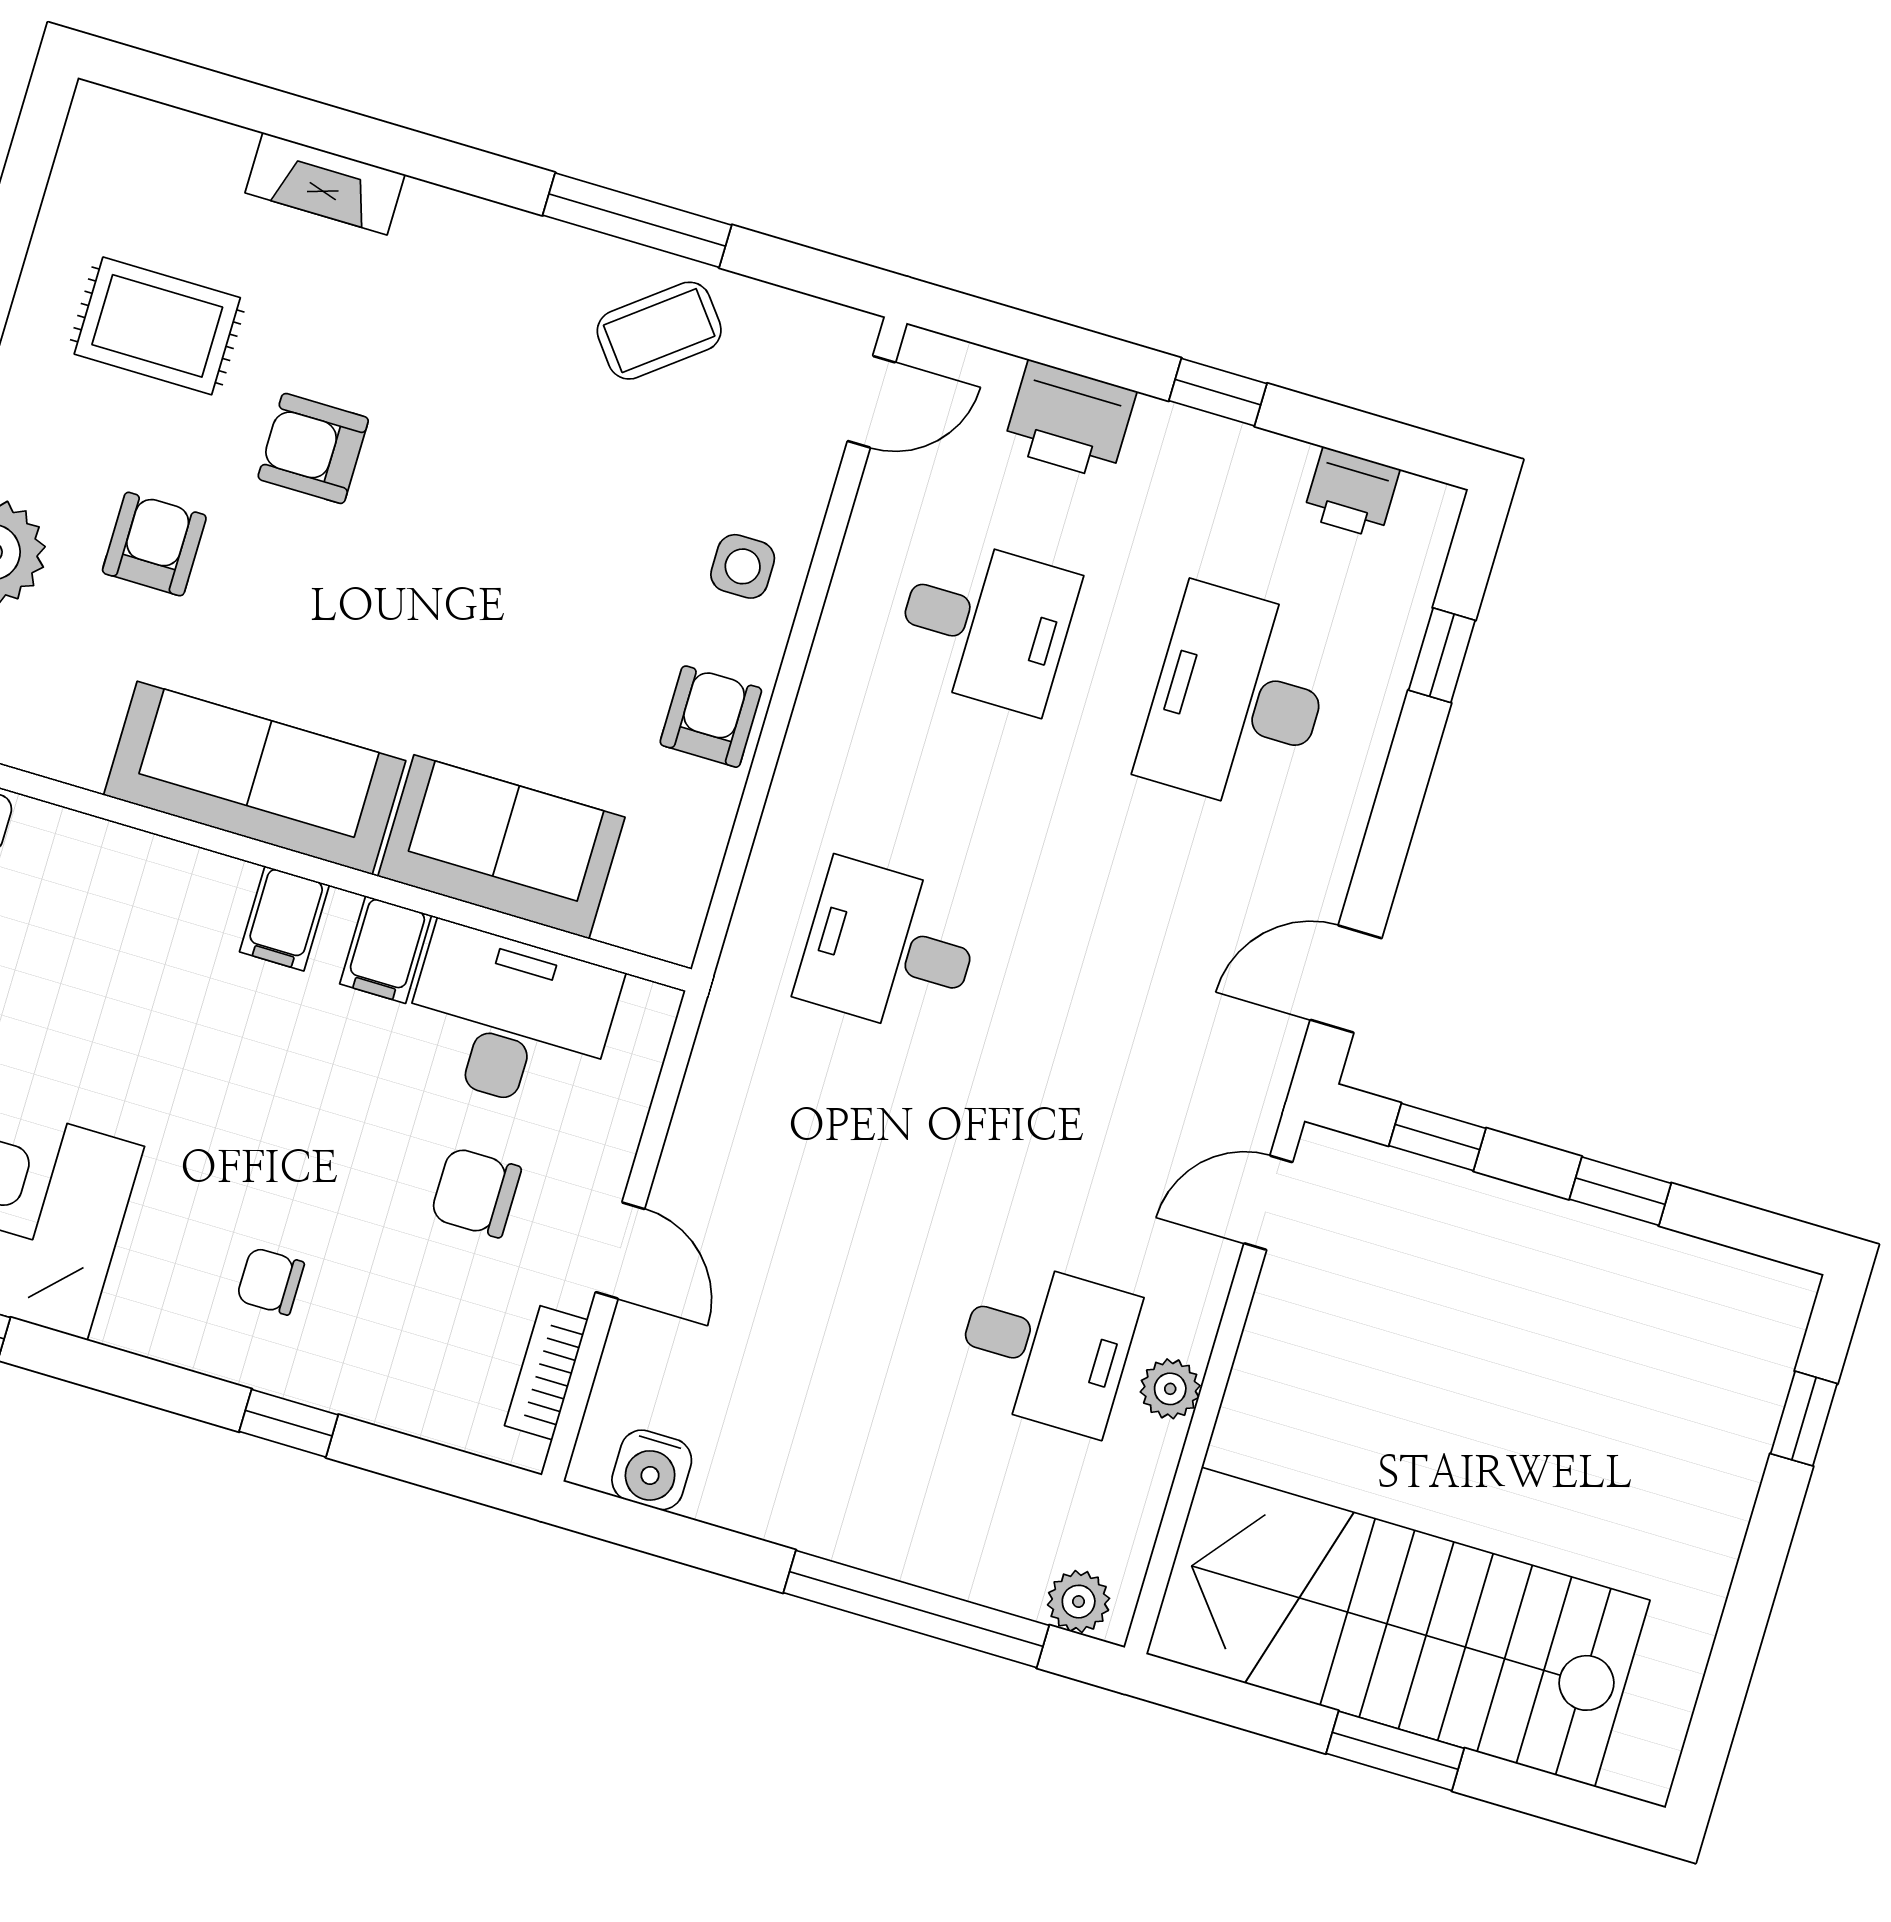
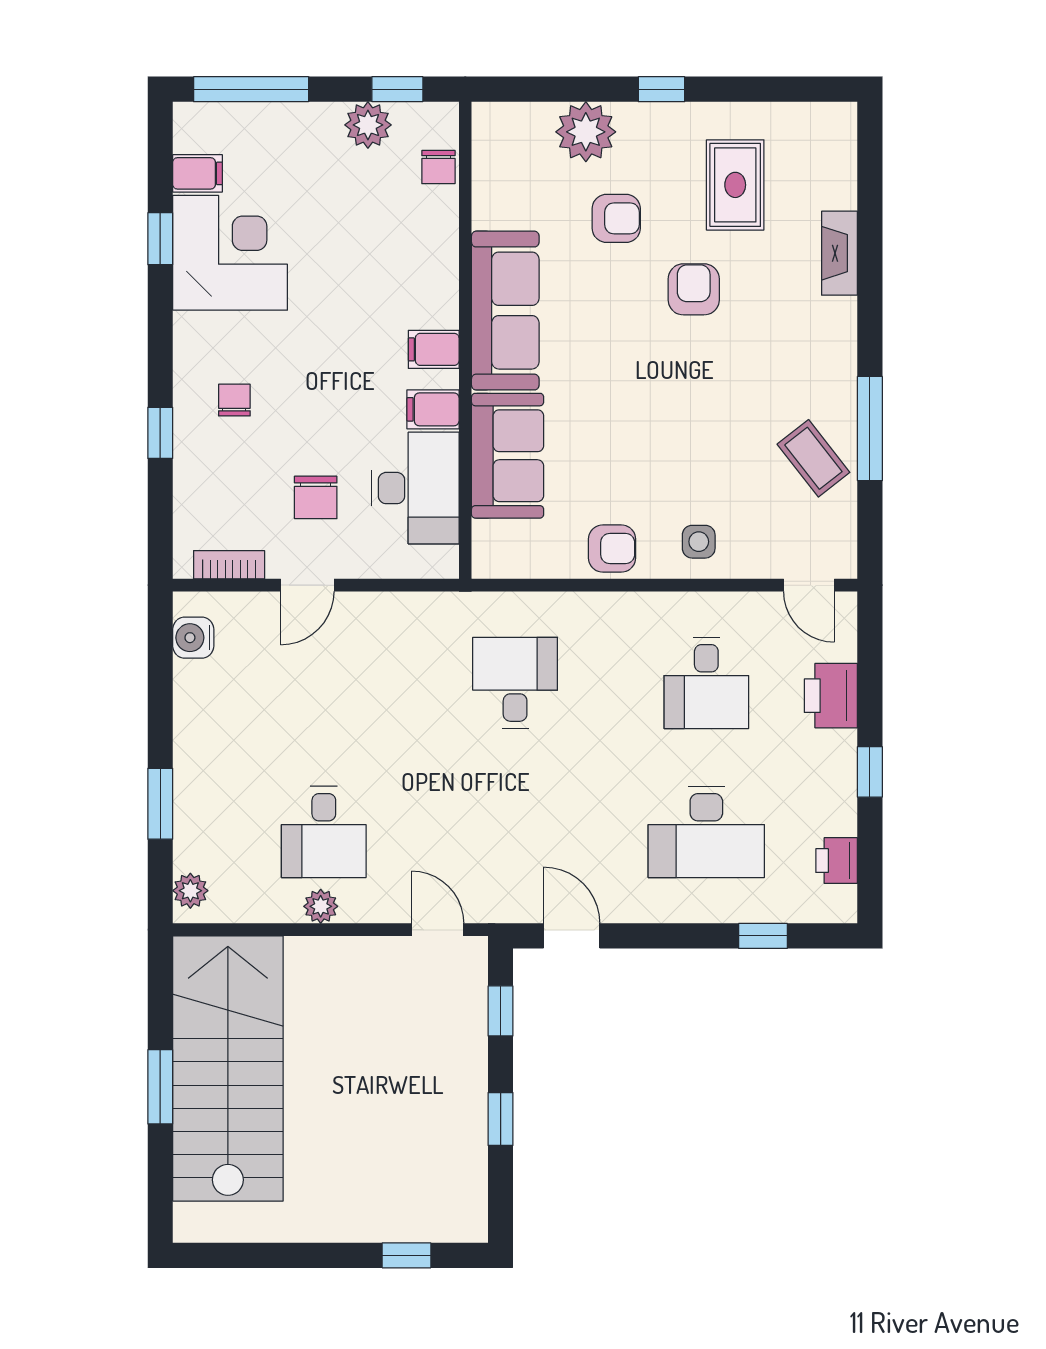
desk: (1238, 699) -> (706, 832), turned 180
chair: (476, 1192) -> (316, 497), turned 180
window: (916, 1609) -> (160, 804), width x0.47

